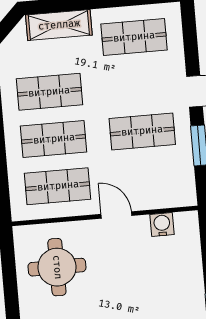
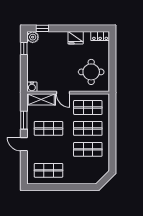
shelving: (59, 25) -> (41, 99), moved
water cooler: (162, 225) -> (32, 87), moved

